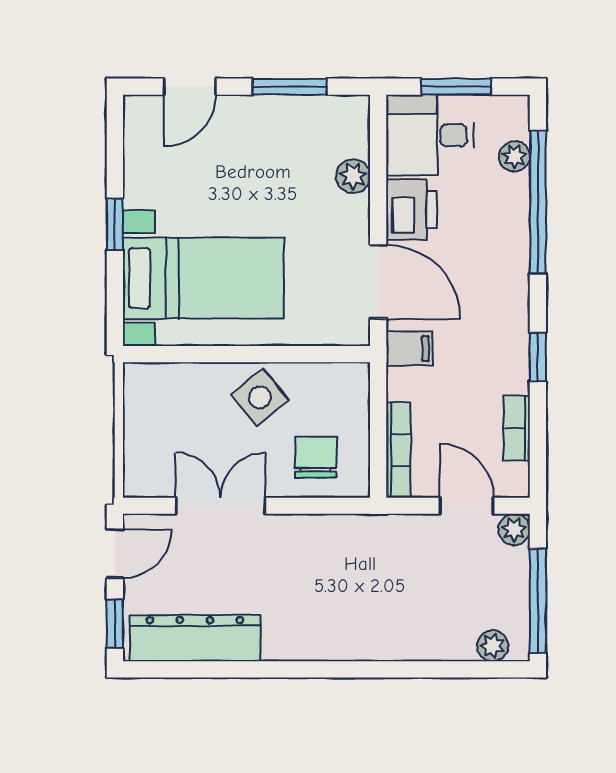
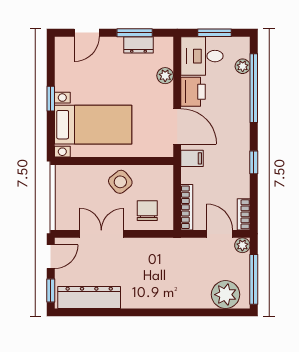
dresser: (298, 112) -> (138, 45), added
bookcase: (517, 428) -> (244, 214), moved
plant: (493, 646) -> (226, 295), width x1.88, depth x1.88

